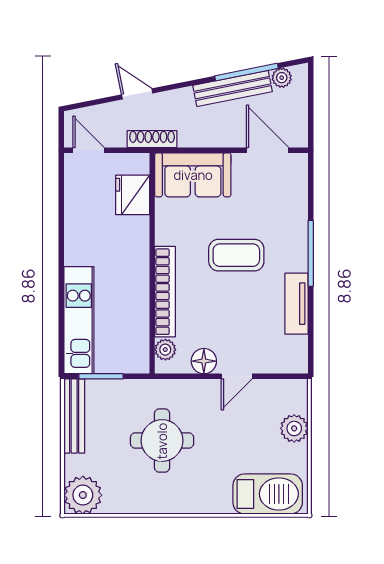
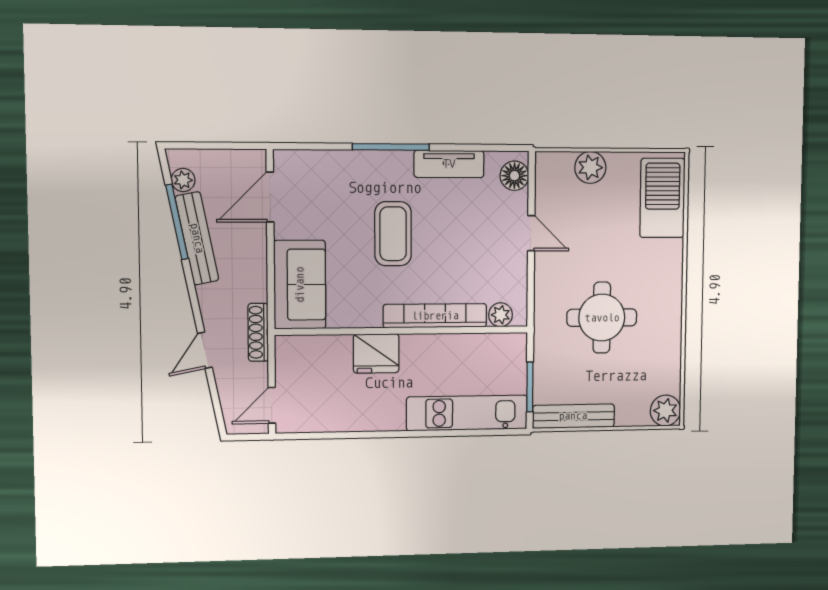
fridge: (133, 195) -> (376, 353), moved
floor lamp: (204, 361) -> (514, 176), moved
plant: (83, 495) -> (665, 411), width x0.73, depth x0.73

